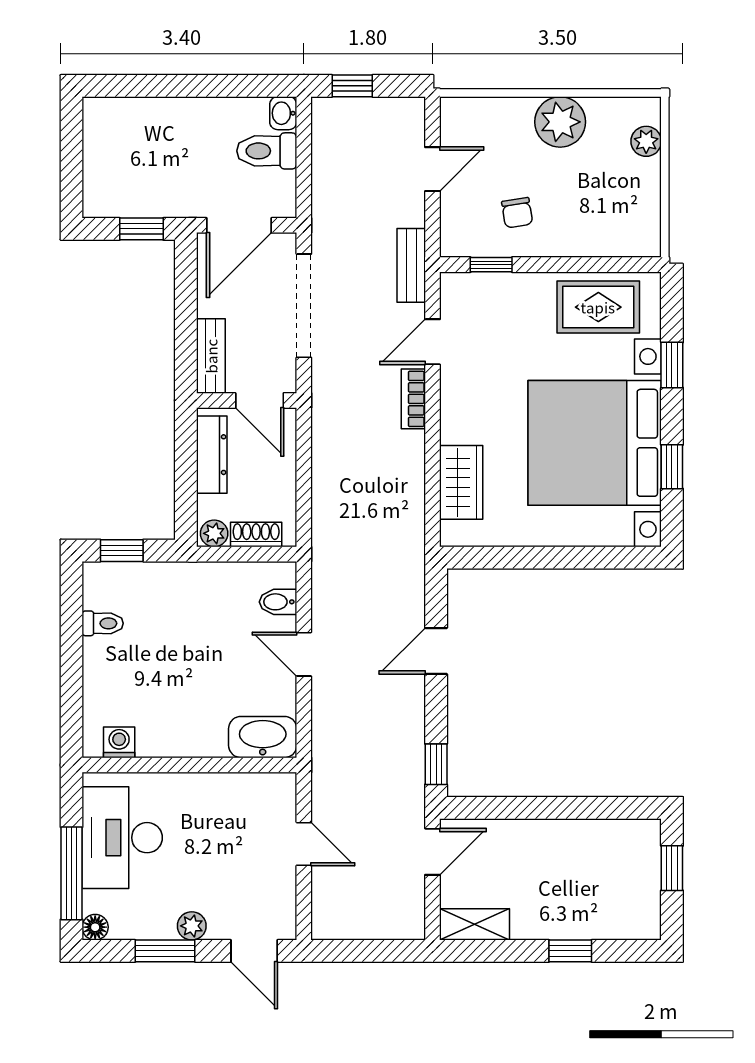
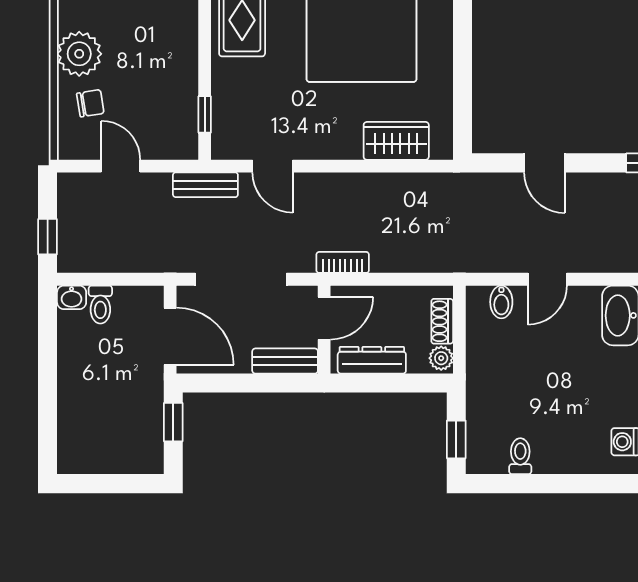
toilet: (267, 151) -> (100, 305), width x0.73, depth x0.72
chair: (517, 213) -> (90, 103), moved
bookcase: (413, 399) -> (343, 262), moved, turned 180

